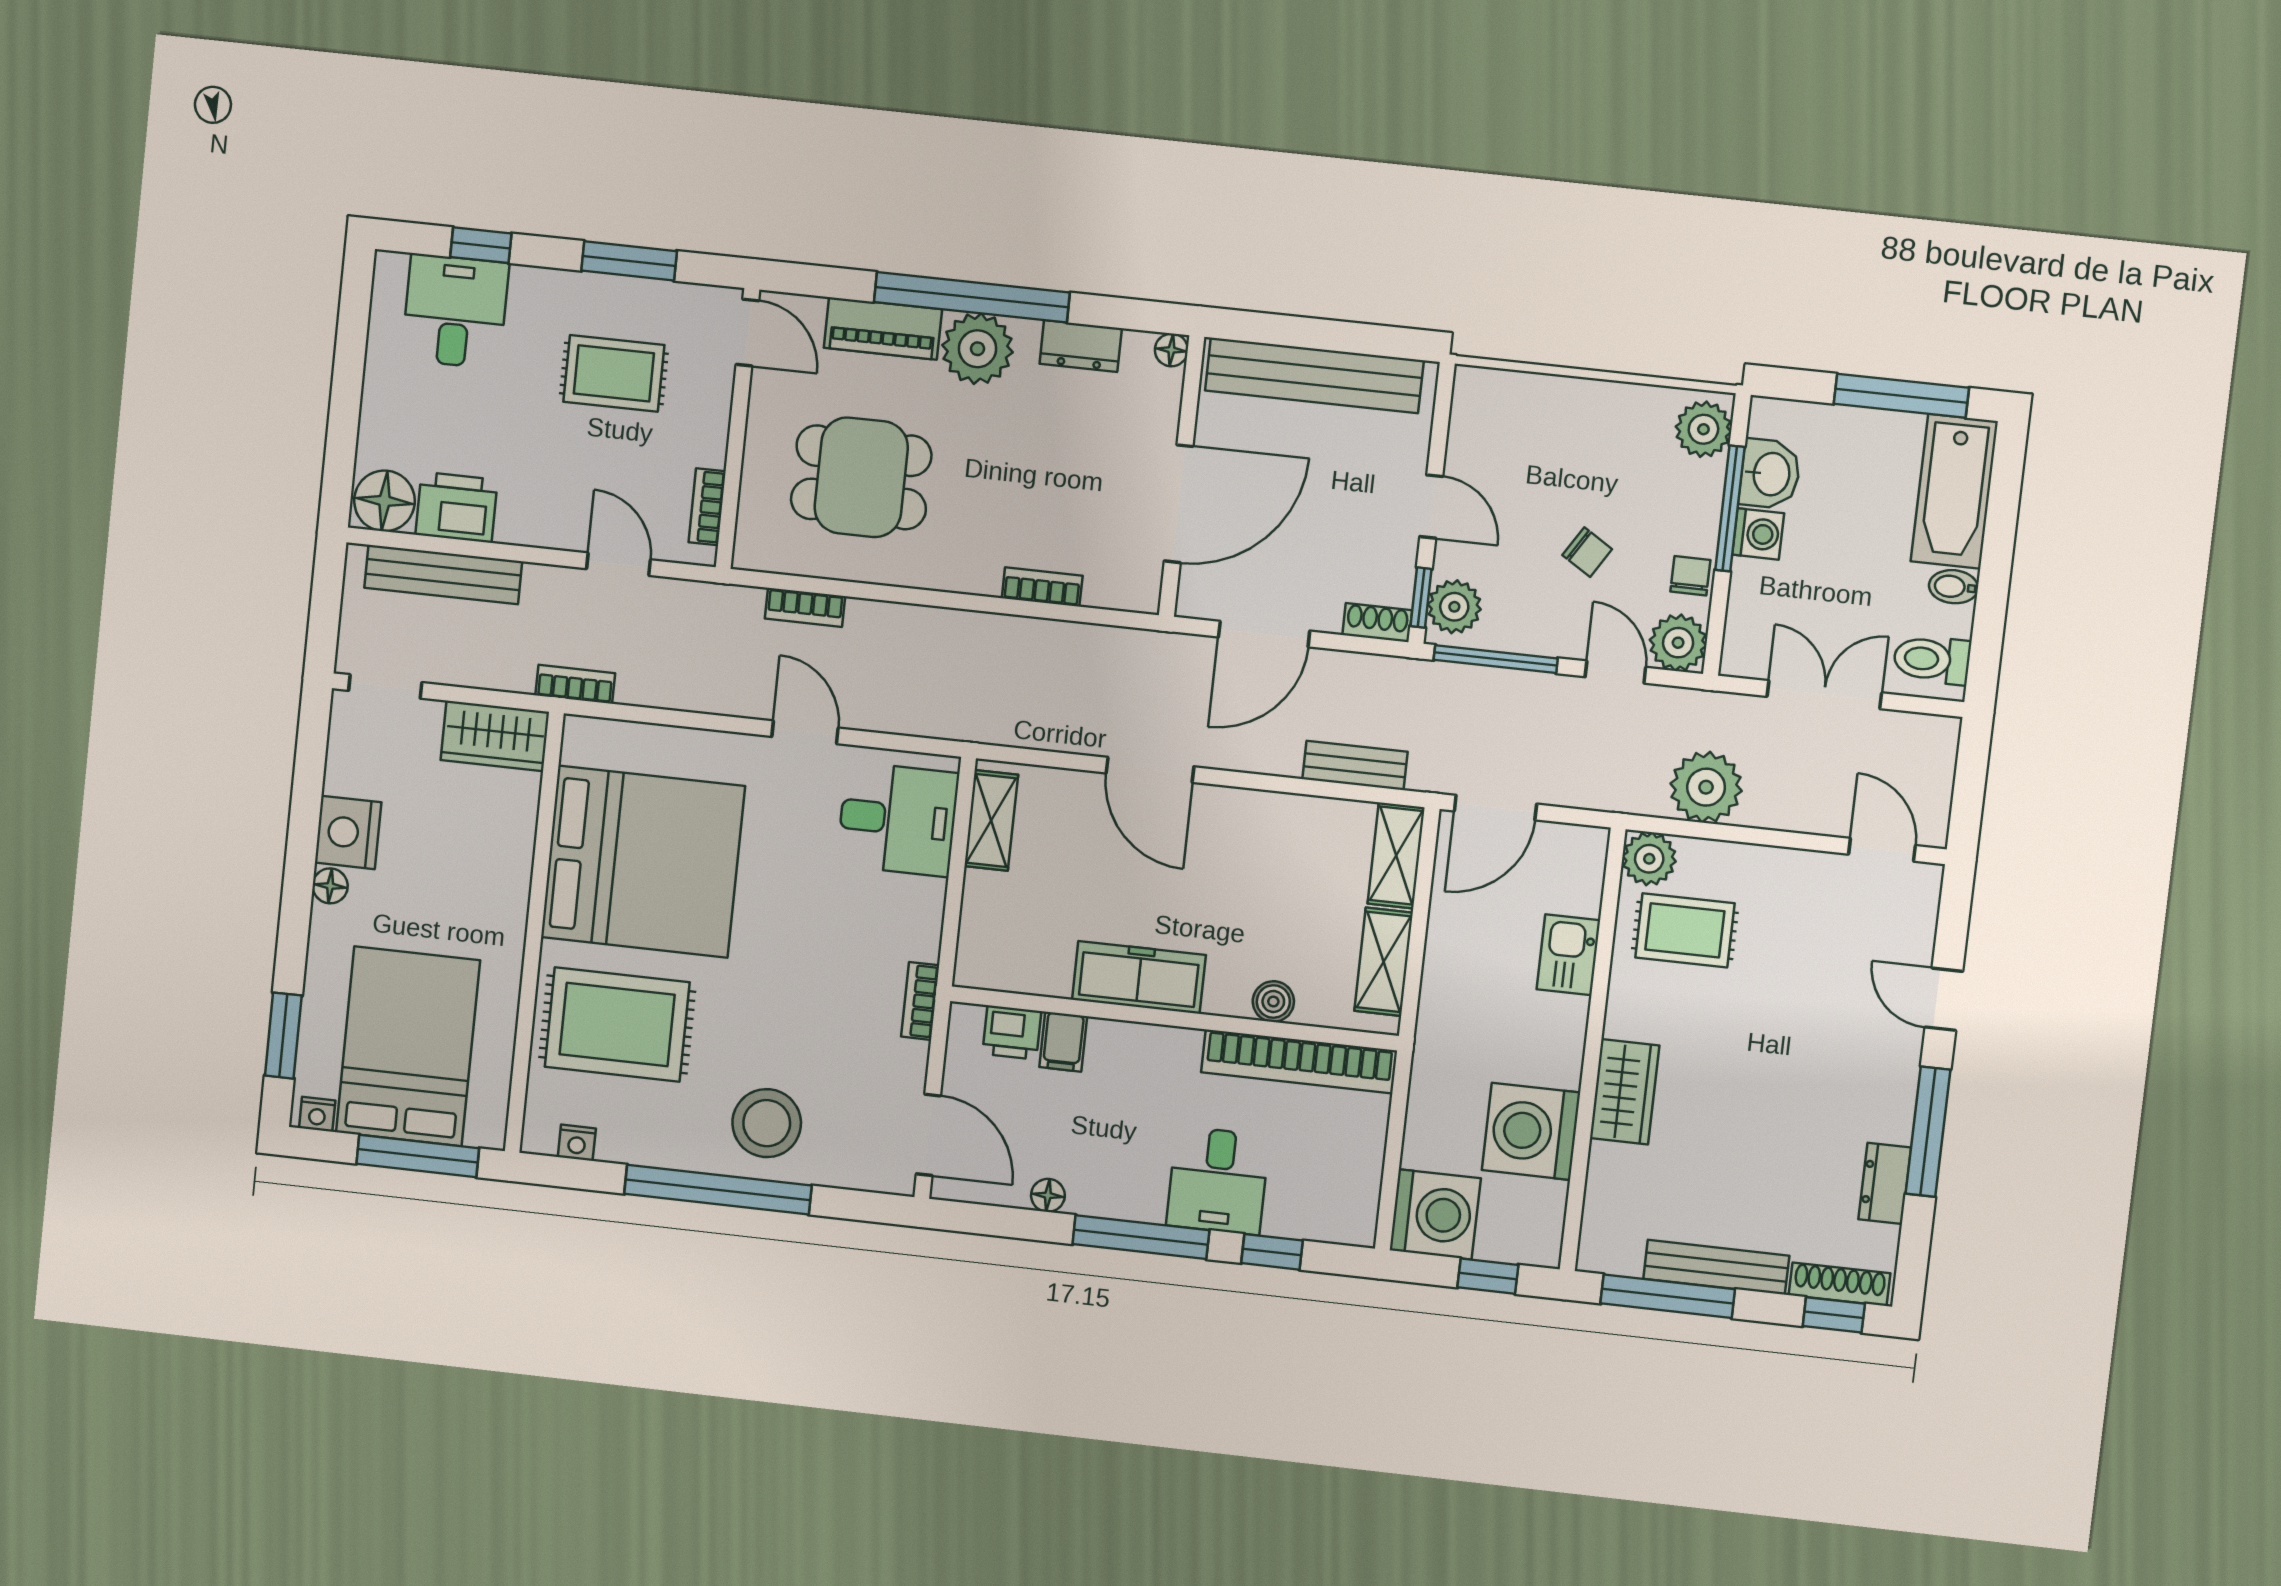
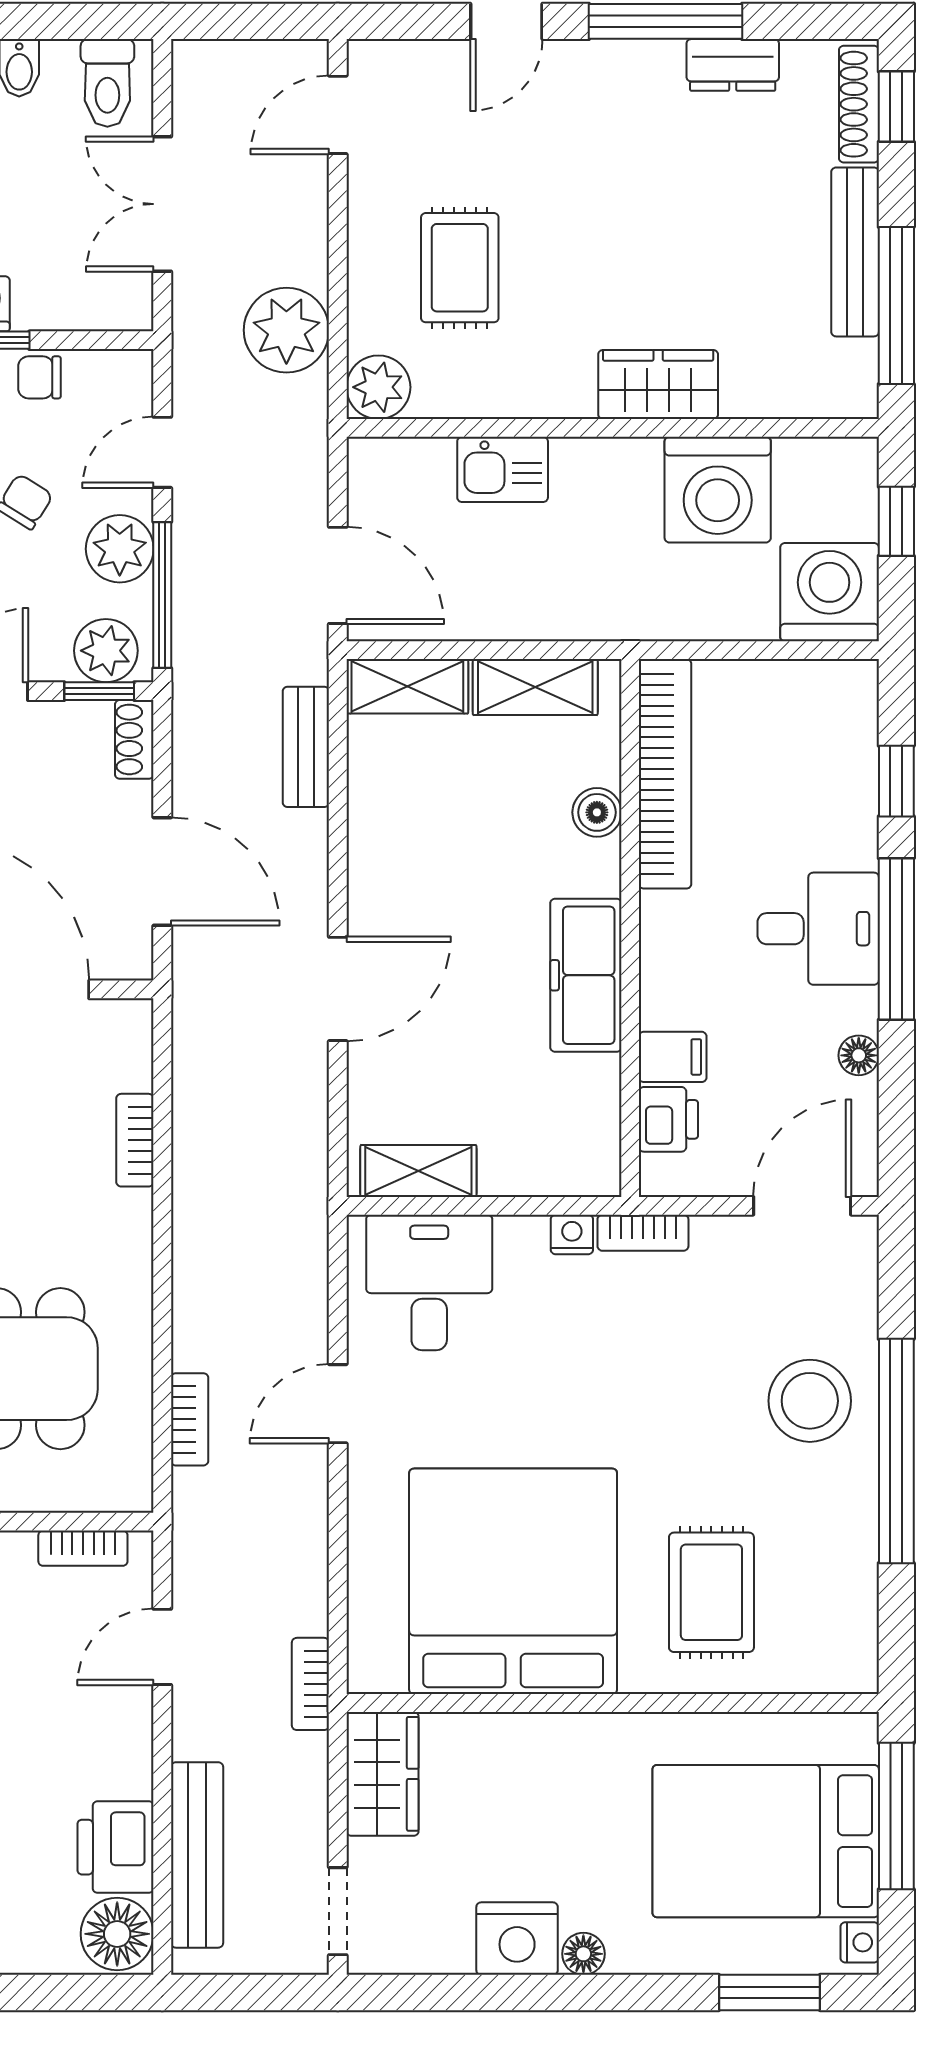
plant: (1678, 643) -> (120, 549), moved
rug: (1685, 930) -> (460, 268), moved
rug: (617, 1025) -> (711, 1592), width x0.73, depth x0.70
nightstand: (577, 1143) -> (572, 1234), moved, turned -90
desk: (1218, 1181) -> (818, 929), moved

